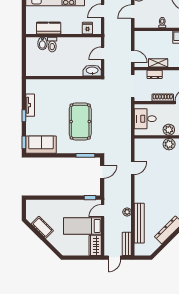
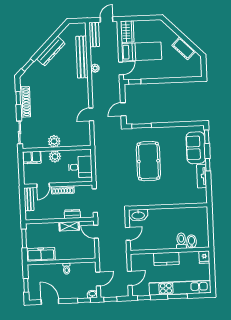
kitchen counter: (49, 28) -> (166, 259), moved
fridge: (87, 28) -> (204, 257), moved
sofa: (41, 145) -> (196, 148), moved, turned 90

